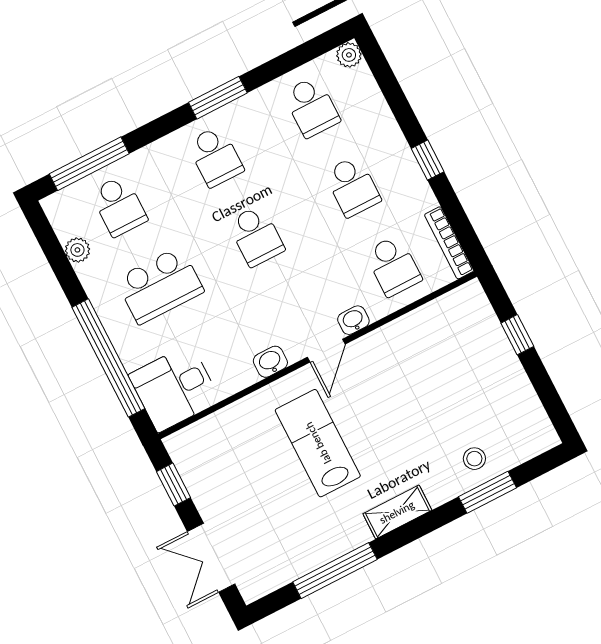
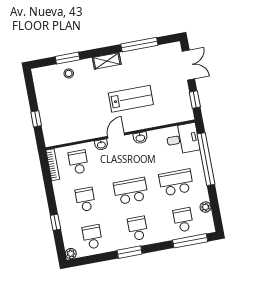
window: (428, 160) -> (55, 222), moved
school desk: (256, 236) -> (131, 191), width x1.85
lab bench: (318, 443) -> (131, 99), turned -90

